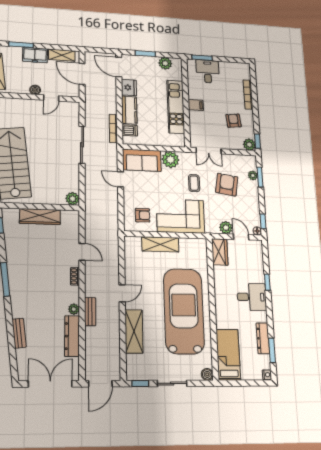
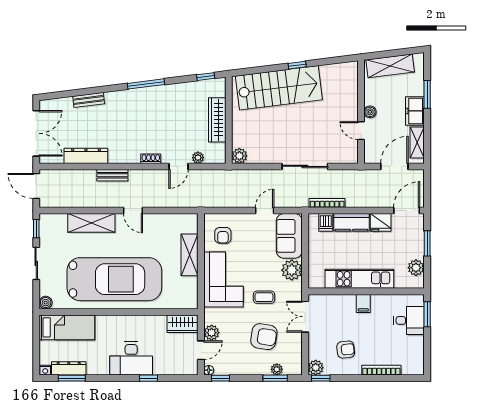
desk: (252, 297) -> (131, 358), width x1.37
plant: (74, 309) -> (198, 158), moved
dresser: (263, 338) -> (69, 368), moved

